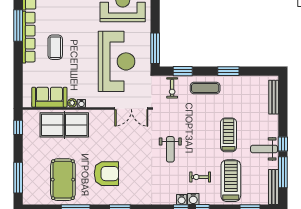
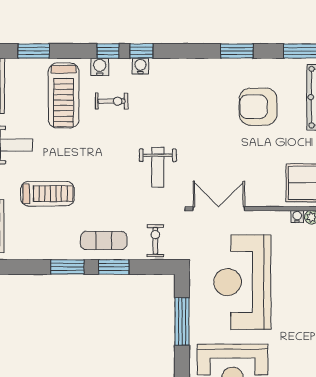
window: (155, 48) -> (182, 321), moved
window: (183, 71) -> (114, 267), moved
treadmill: (229, 135) -> (47, 194), moved, turned -90
weight bench: (170, 149) -> (158, 167), moved, turned 180
water cooler: (193, 199) -> (100, 67), moved

